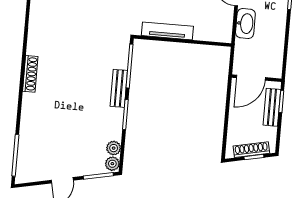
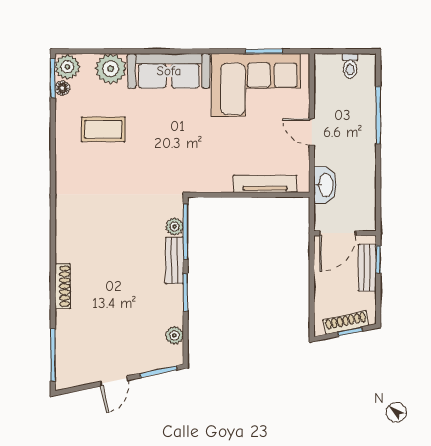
washbasin: (245, 23) -> (325, 185), moved
tv unit: (167, 31) -> (265, 184), moved
shoe rack: (30, 74) -> (63, 286), moved
plant: (112, 164) -> (175, 227), moved

